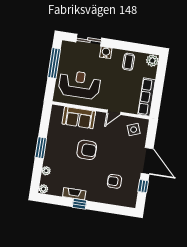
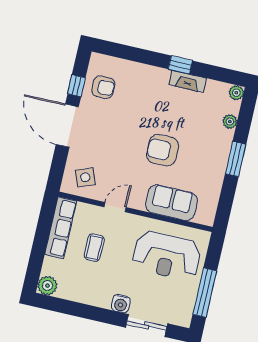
coffee table: (128, 62) -> (94, 248), moved
armchair: (114, 181) -> (103, 87), moved

